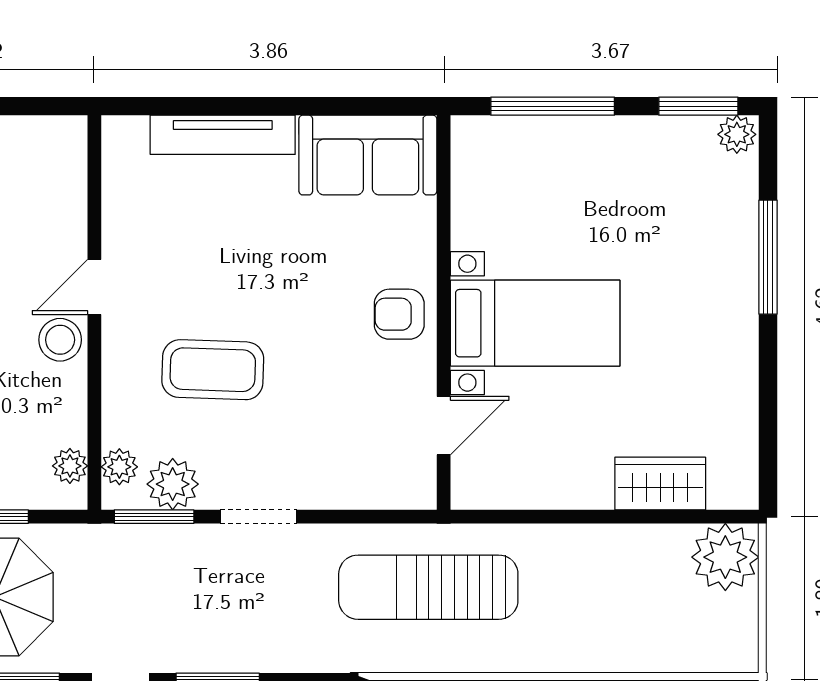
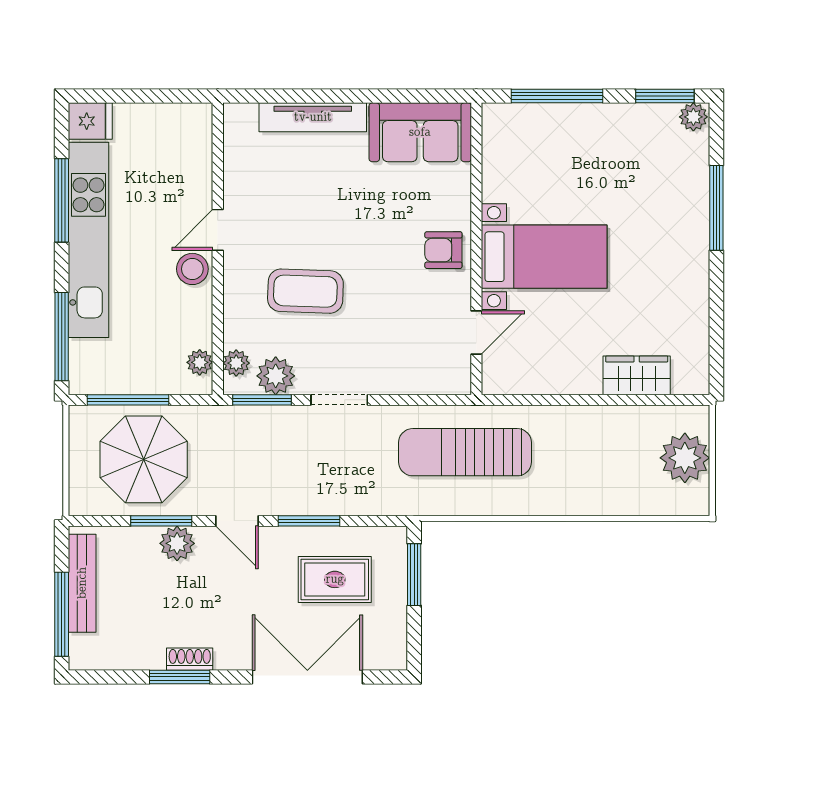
plant: (725, 557) -> (685, 458), moved

